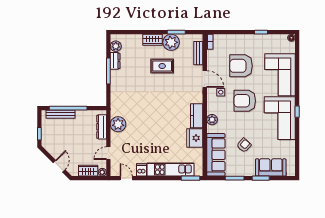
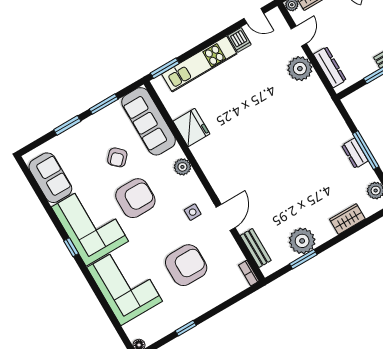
wardrobe: (152, 40) -> (347, 219), moved
dresser: (115, 61) -> (355, 153), moved
rug: (162, 66) -> (295, 201), removed
door: (205, 79) -> (226, 217), swing flipped
armchair: (245, 101) -> (135, 198), moved
kitchen counter: (197, 116) -> (207, 160), removed
plant: (118, 124) -> (300, 69), moved
sofa: (271, 167) -> (50, 178), moved, turned -90

